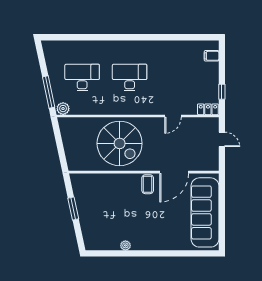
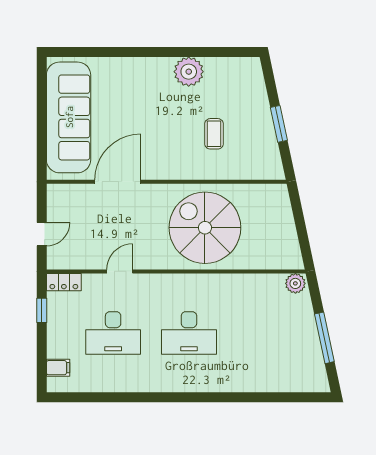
desk: (82, 78) -> (113, 333), moved
window: (49, 92) -> (324, 338), moved
door: (222, 139) -> (42, 234), swing flipped
coffee table: (148, 184) -> (214, 134), moved
plant: (125, 245) -> (189, 72), width x1.87, depth x1.87

